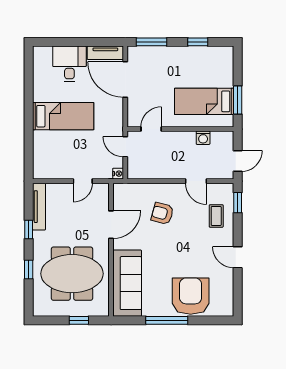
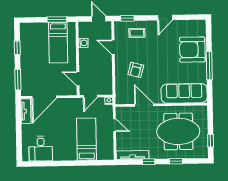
desk: (69, 64) -> (41, 149), moved, turned -90
bed: (63, 116) -> (86, 139), moved
door: (196, 181) -> (113, 47), swing flipped
meeting table: (72, 274) -> (178, 131), turned 90
window: (79, 320) -> (211, 141), moved

